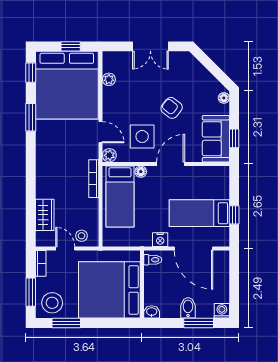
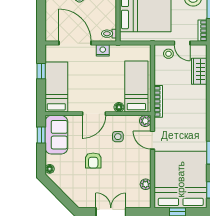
armchair: (172, 108) -> (93, 160), turned 52
side table: (142, 136) -> (118, 137), width x0.54, depth x0.54
bed: (199, 213) -> (56, 87), moved, turned -90

